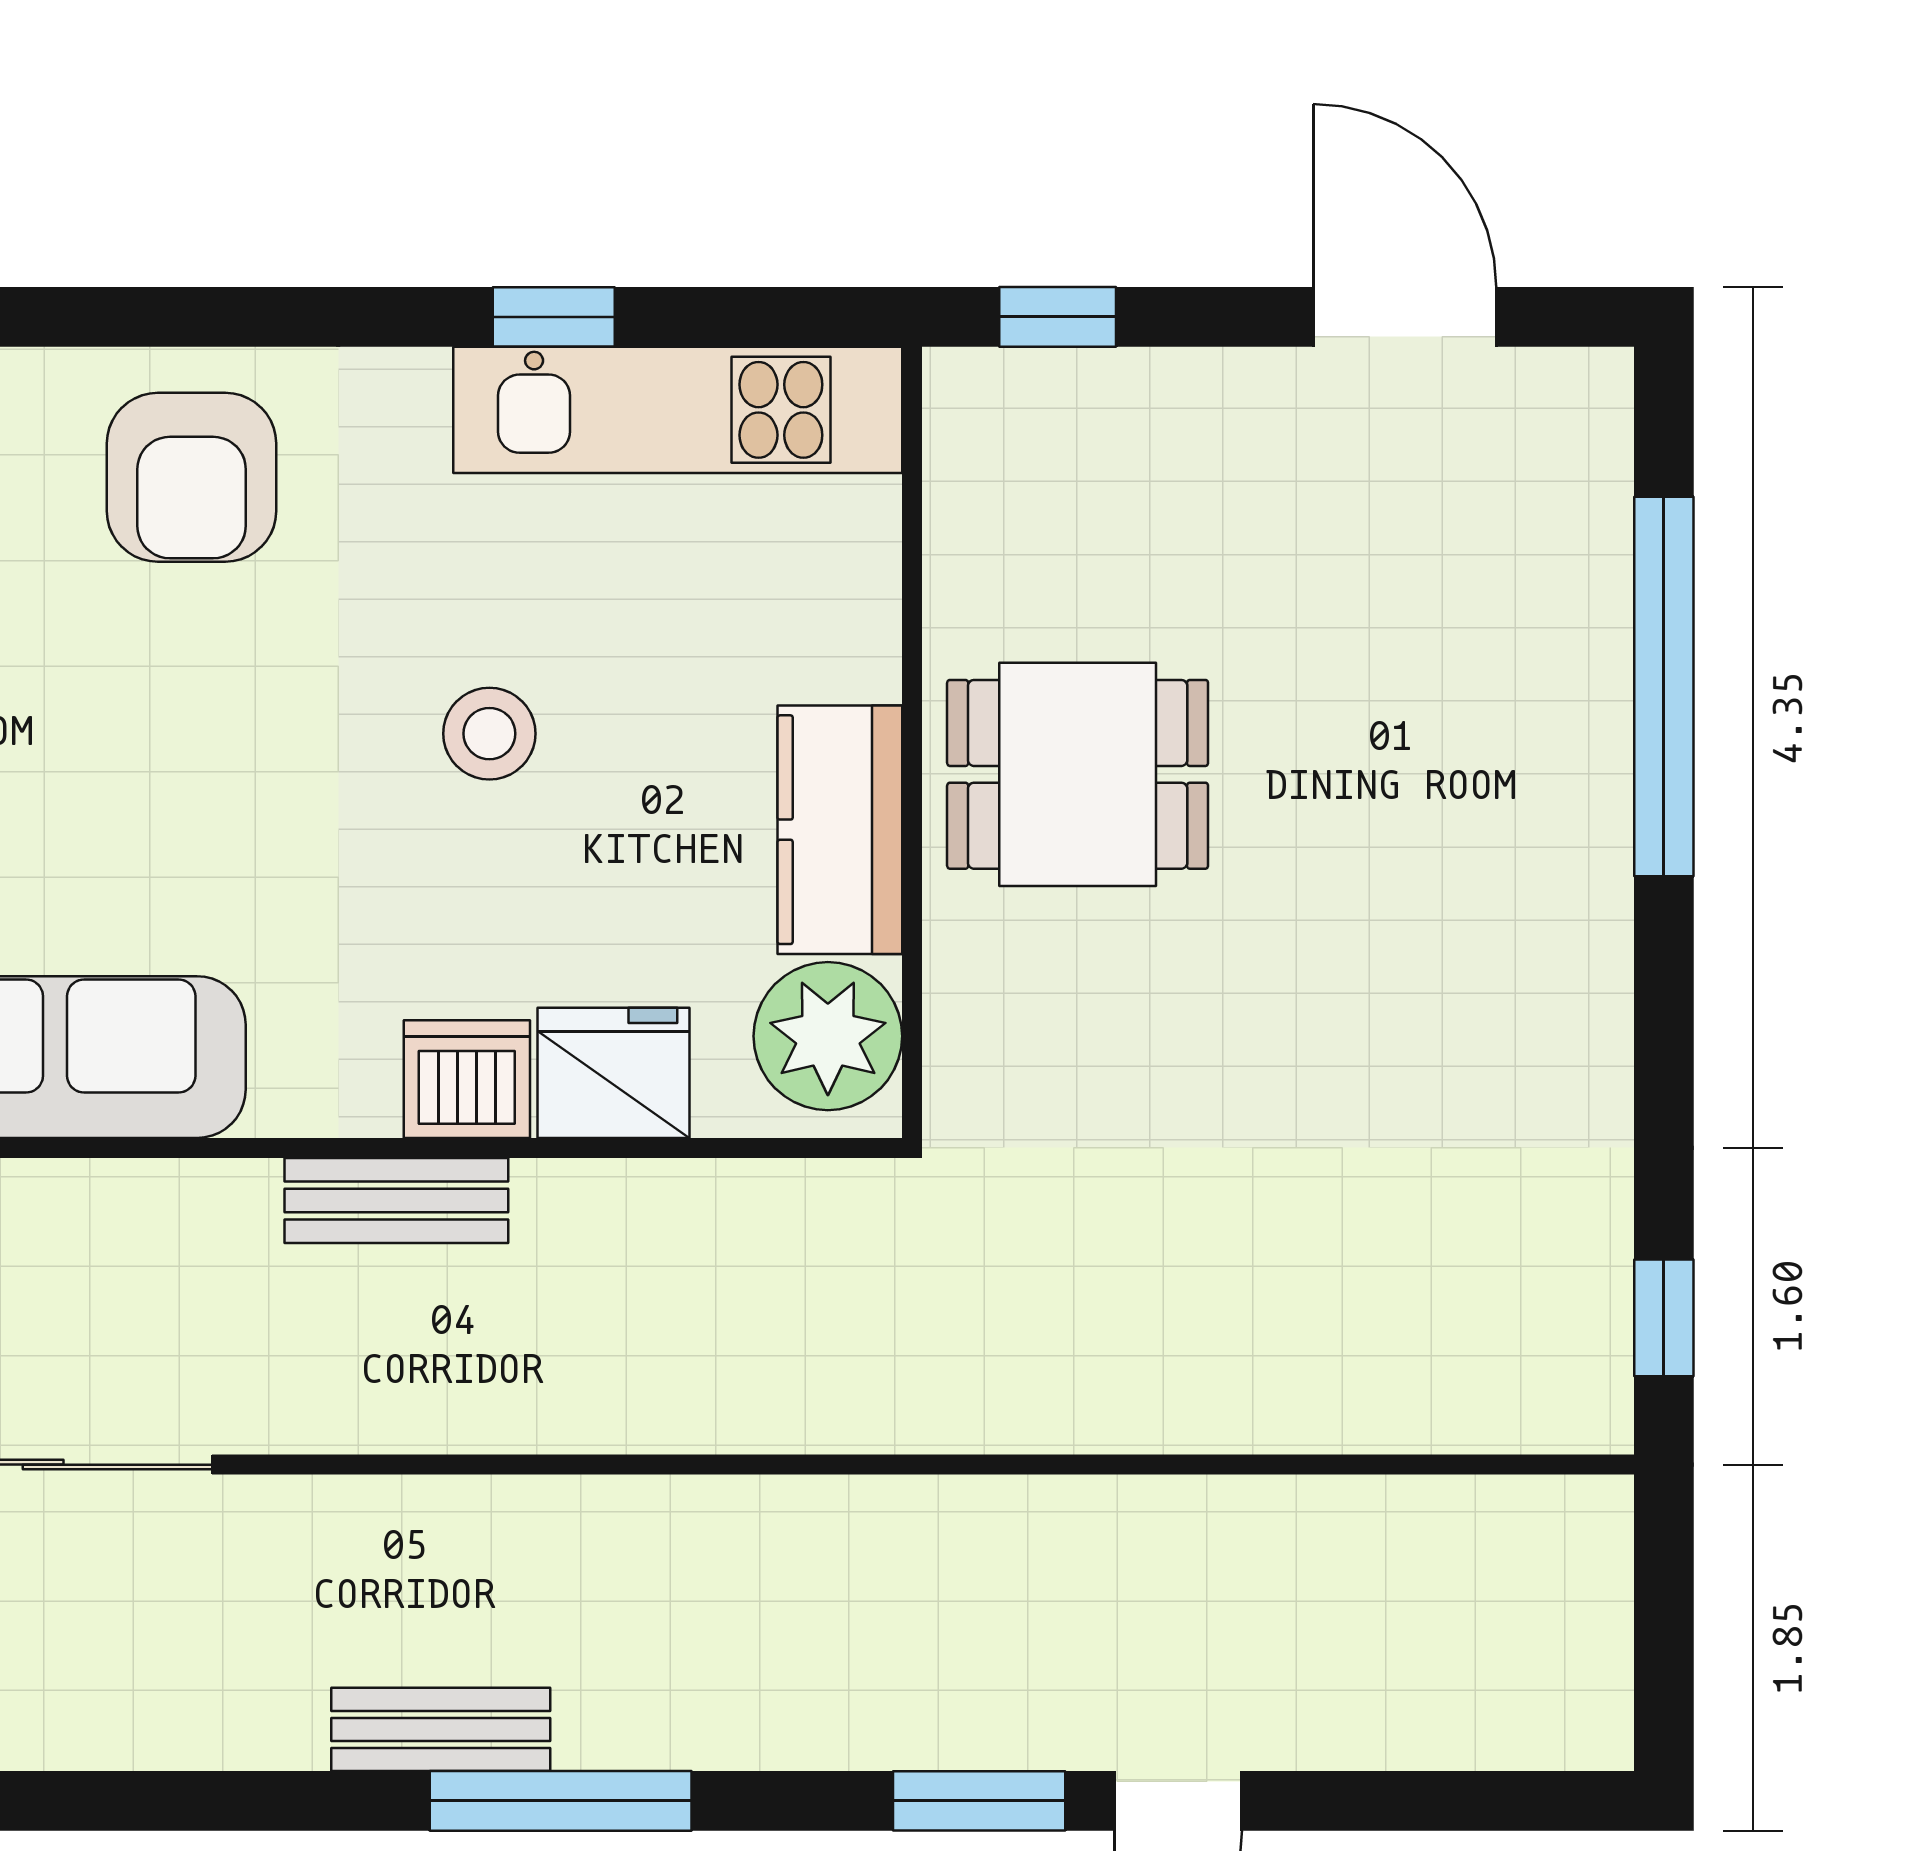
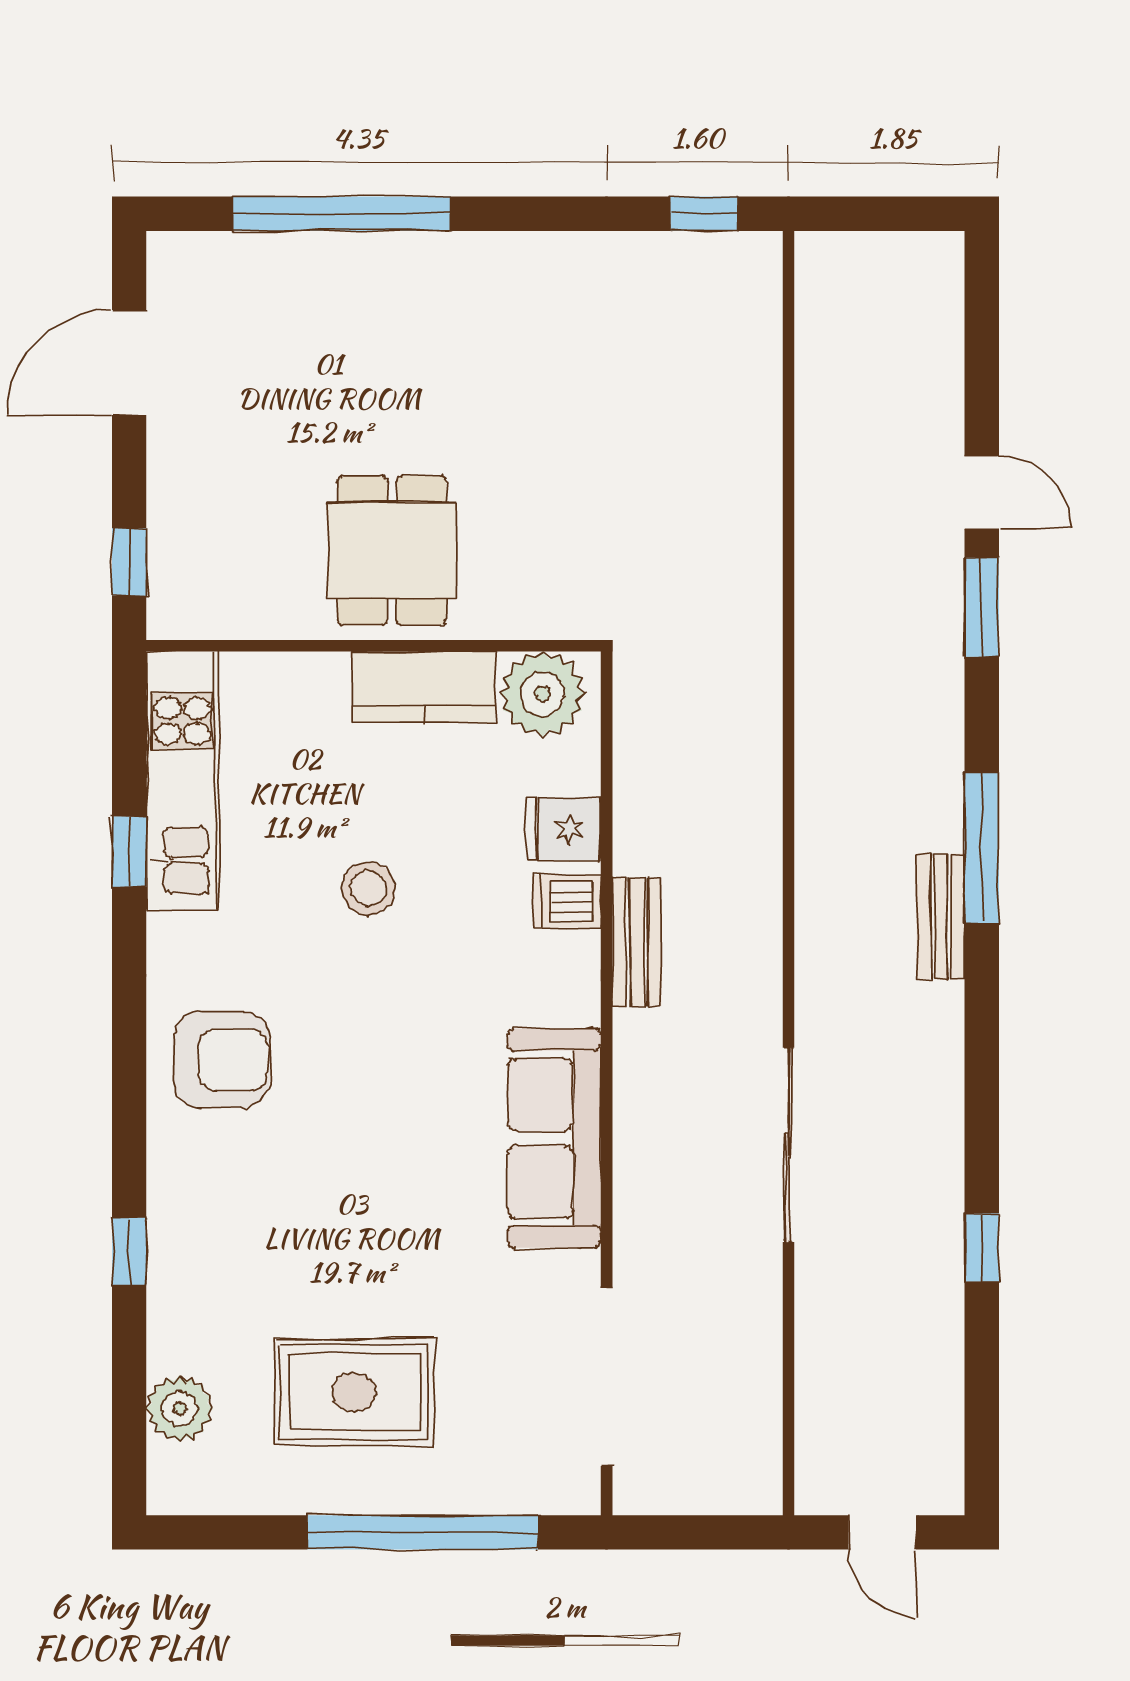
fridge: (613, 1073) -> (563, 829), width x0.72
dishwasher: (467, 1079) -> (567, 901), width x0.73

